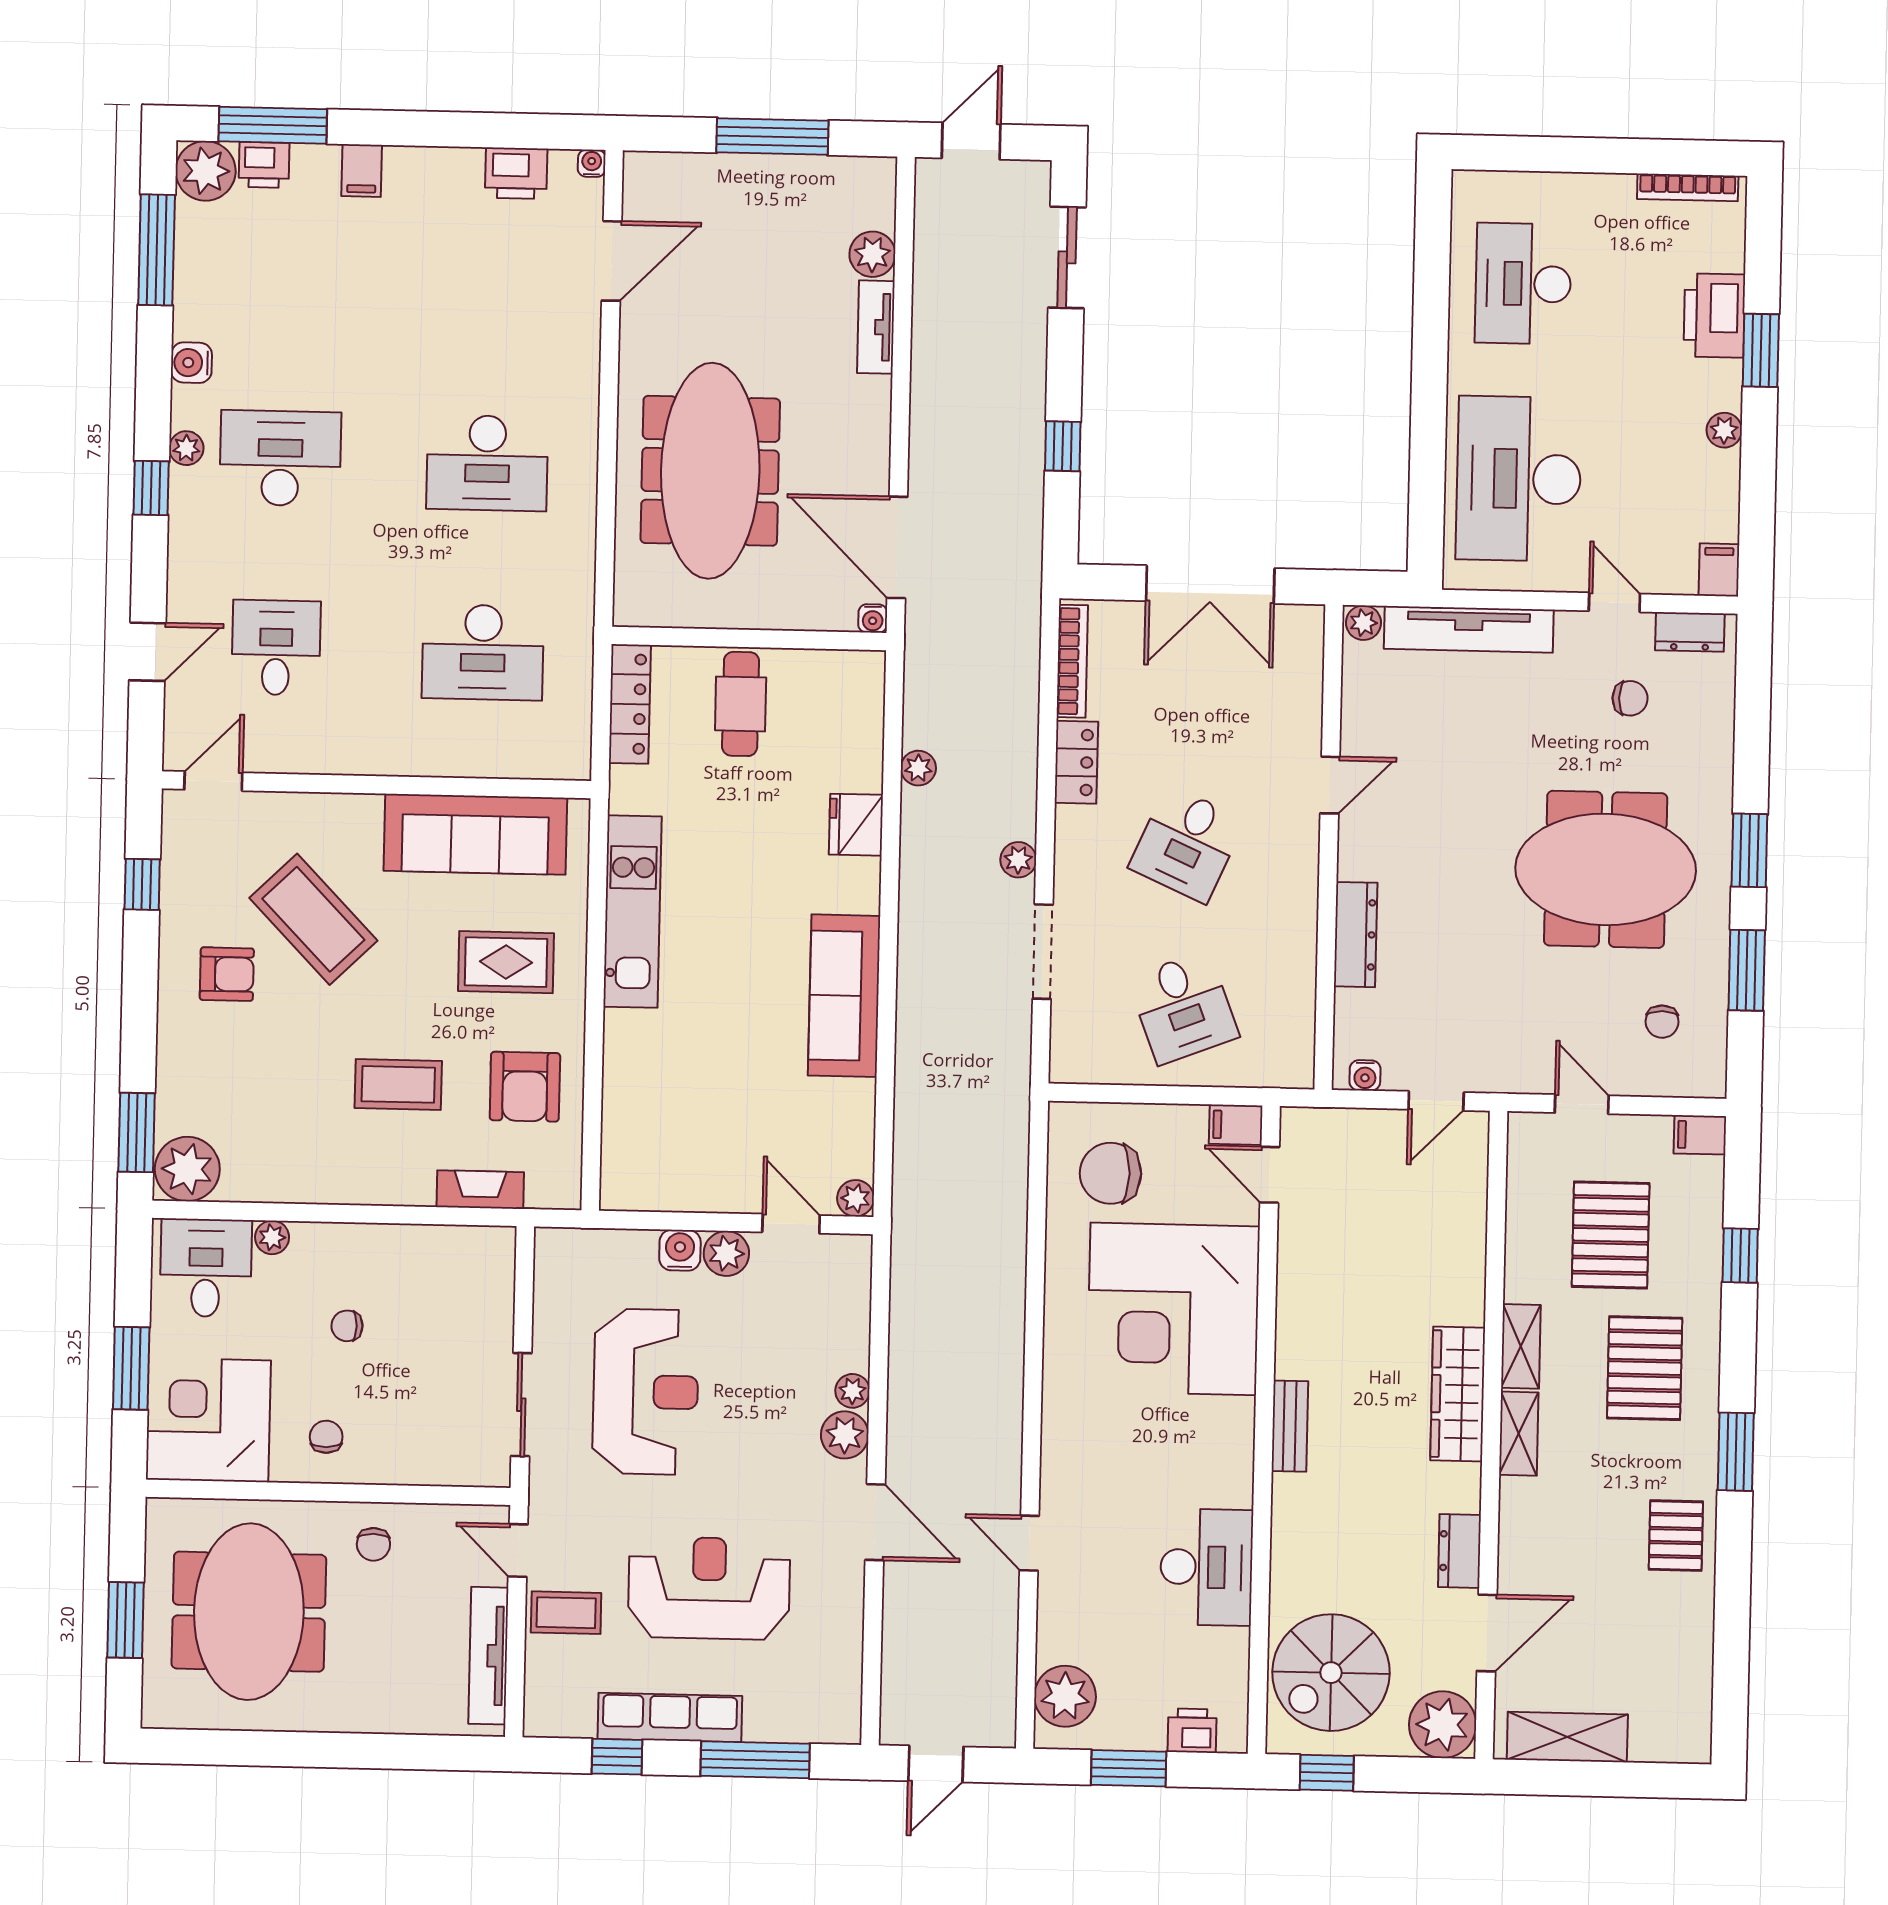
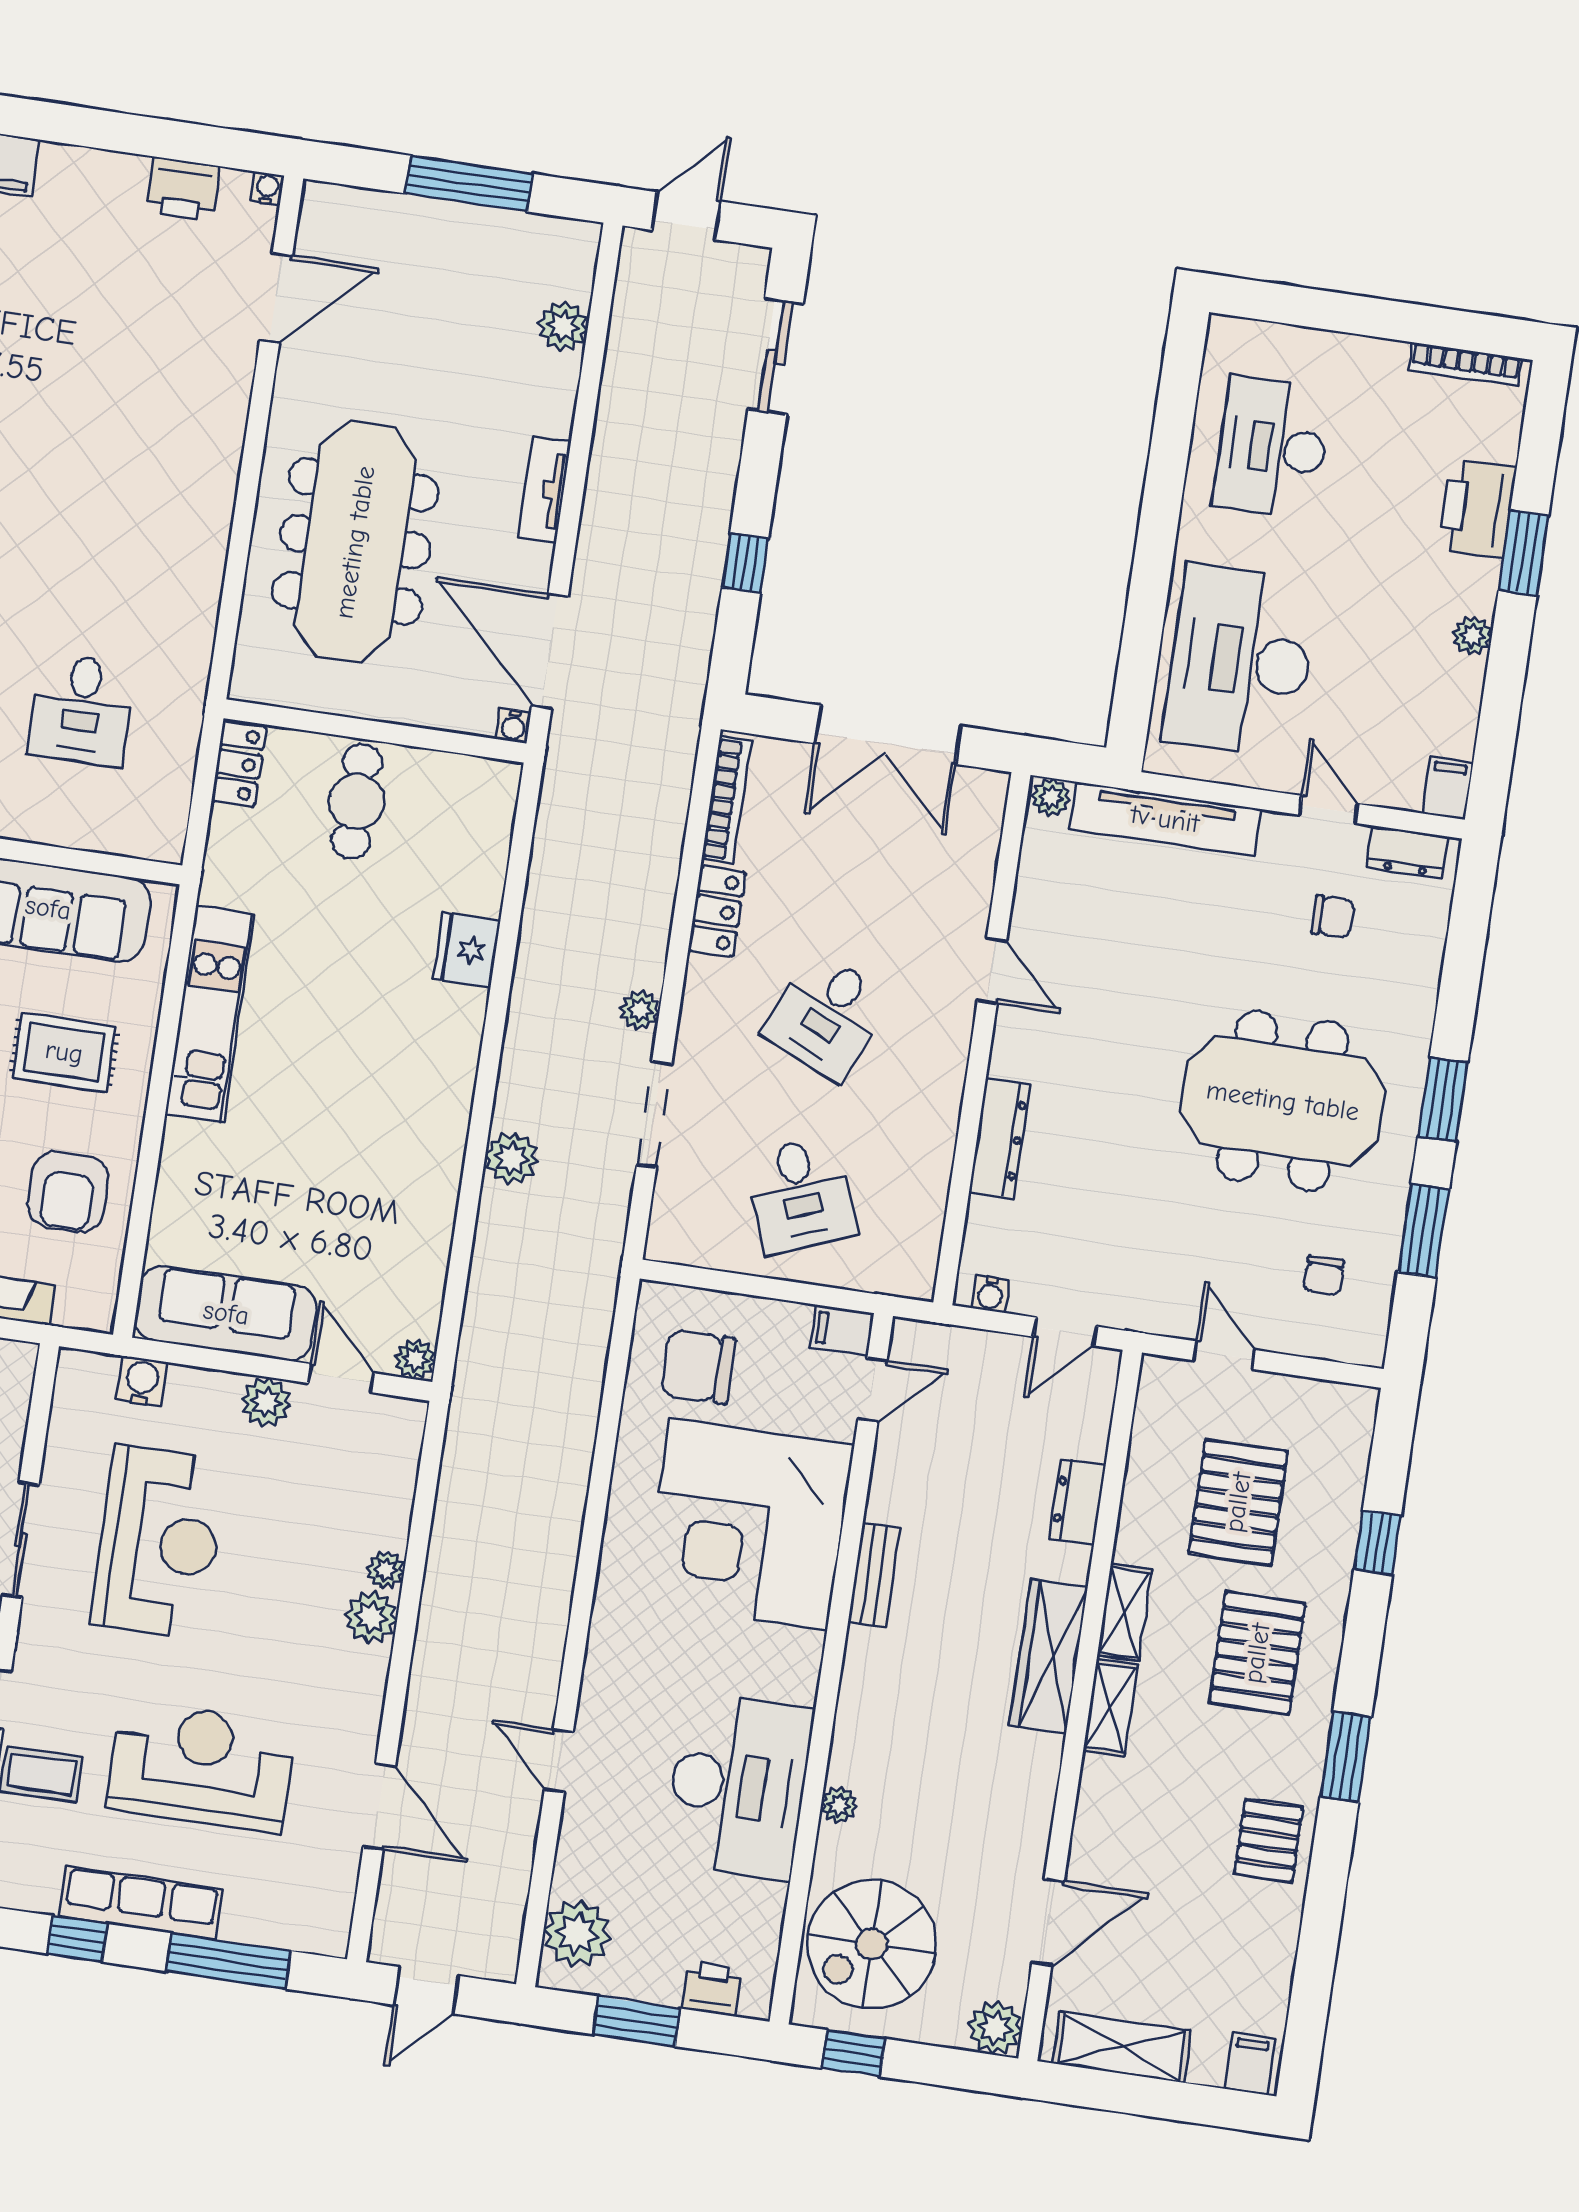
tv unit: (876, 327) -> (544, 490), moved
desk: (487, 463) -> (112, 503), removed
desk: (483, 652) -> (81, 710), width x0.73
locker: (630, 704) -> (239, 764), width x0.66
plant: (918, 768) -> (511, 1158), moved, width x1.38, depth x1.38
door: (1330, 785) -> (992, 971), hinge flipped
sofa: (844, 996) -> (226, 1313), moved, turned 90
filing cabinet: (1700, 1135) -> (1250, 2064), moved, turned 90
door: (1270, 1175) -> (872, 1390), swing flipped
water cooler: (680, 1250) -> (142, 1381), moved
bench: (1290, 1426) -> (874, 1575), moved
door: (875, 1522) -> (379, 1807), moved
plant: (1286, 1551) -> (839, 1805), added
dresser: (1459, 1551) -> (1078, 1502), moved
desk: (1206, 1567) -> (738, 1786), width x1.36, depth x1.30
plant: (1443, 1725) -> (995, 2028), width x0.73, depth x0.73

